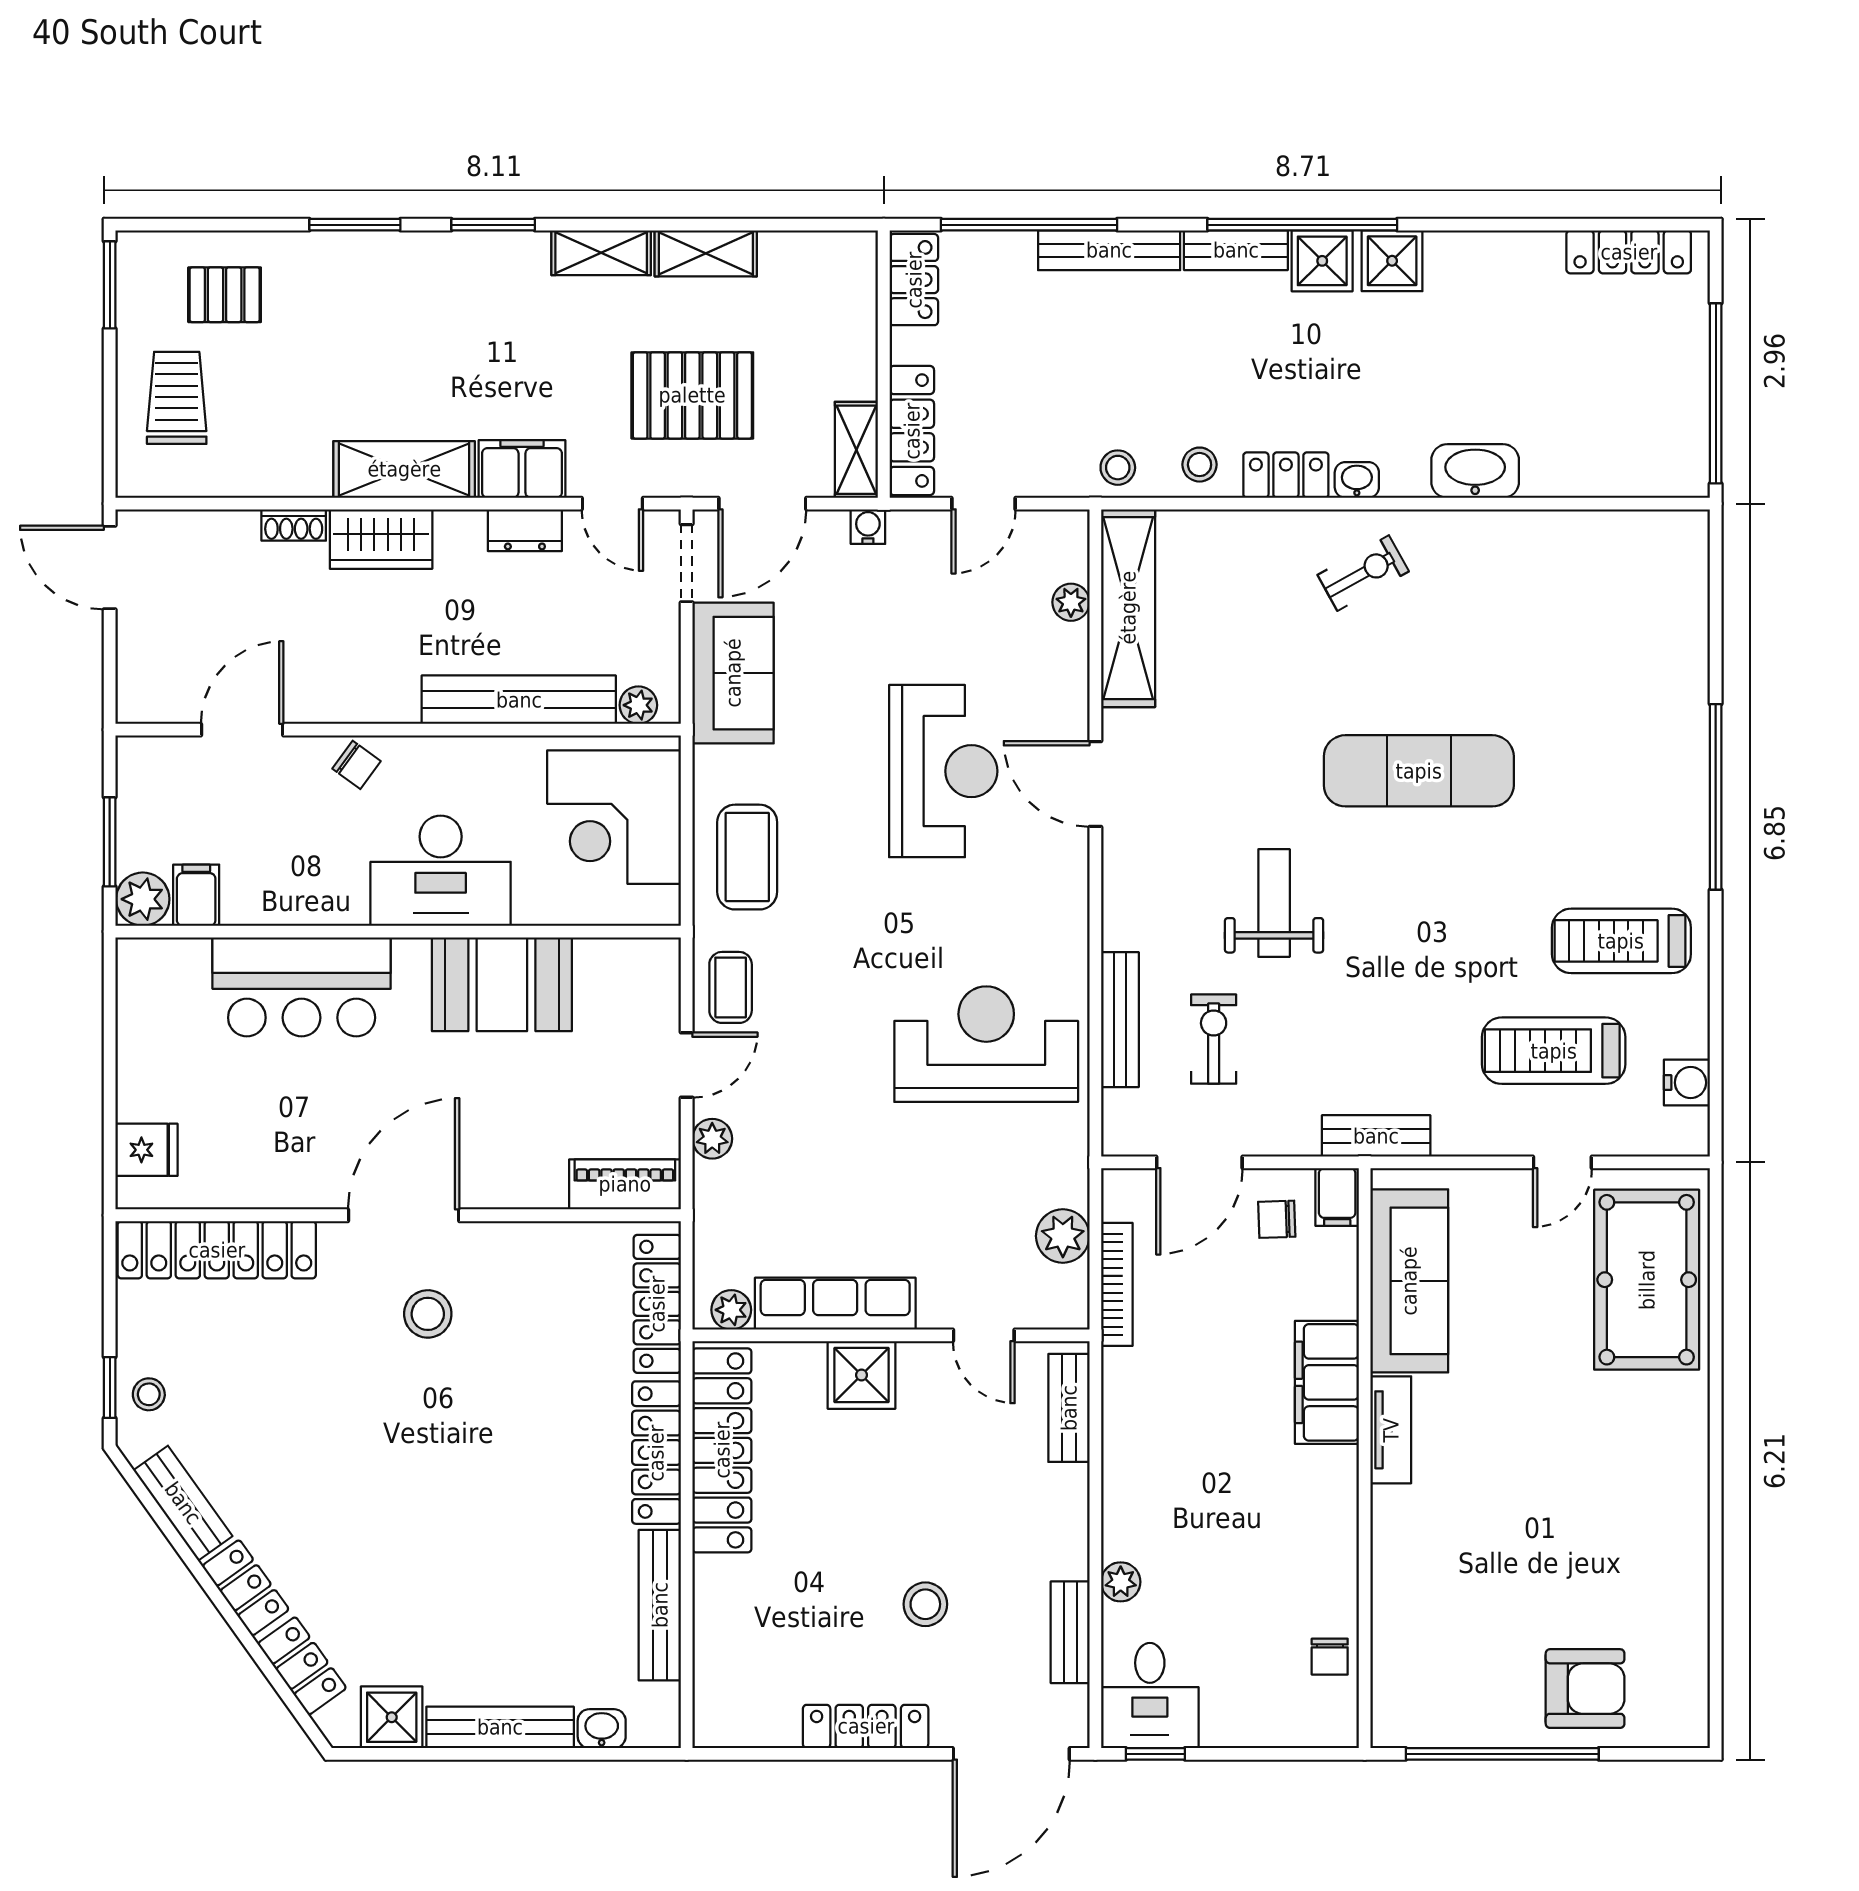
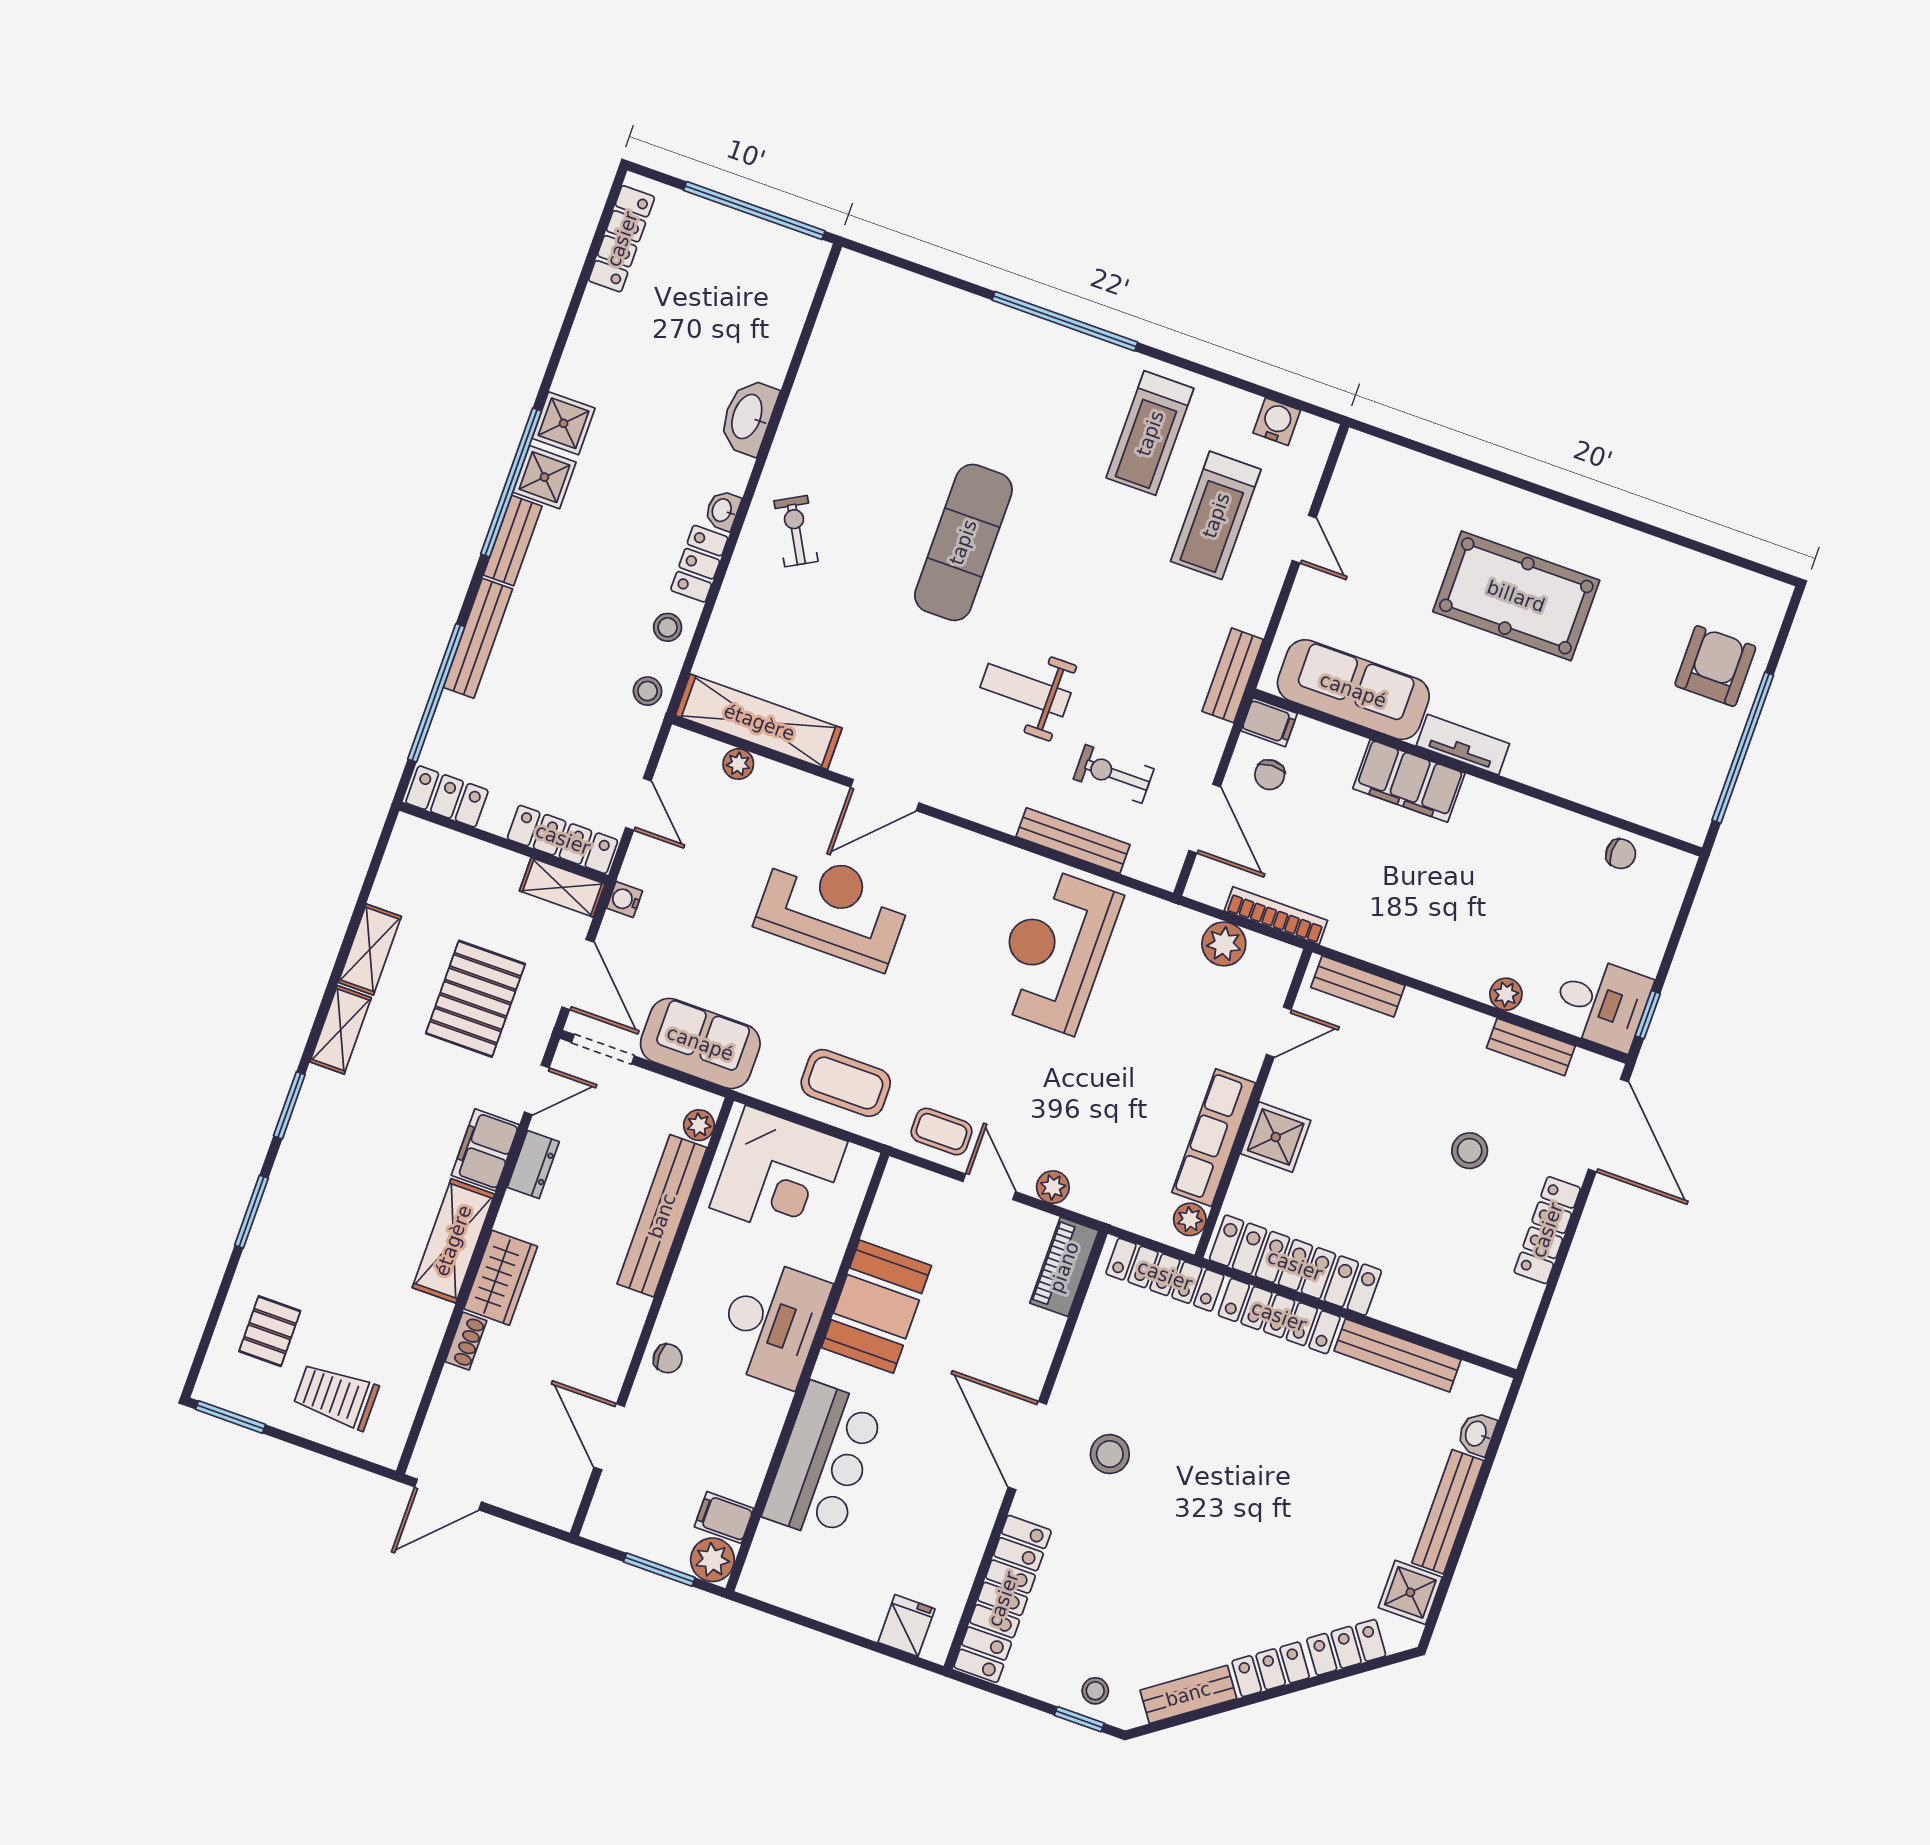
chair: (356, 765) -> (668, 1358), turned 54
pool table: (1647, 1280) -> (1516, 596), moved

